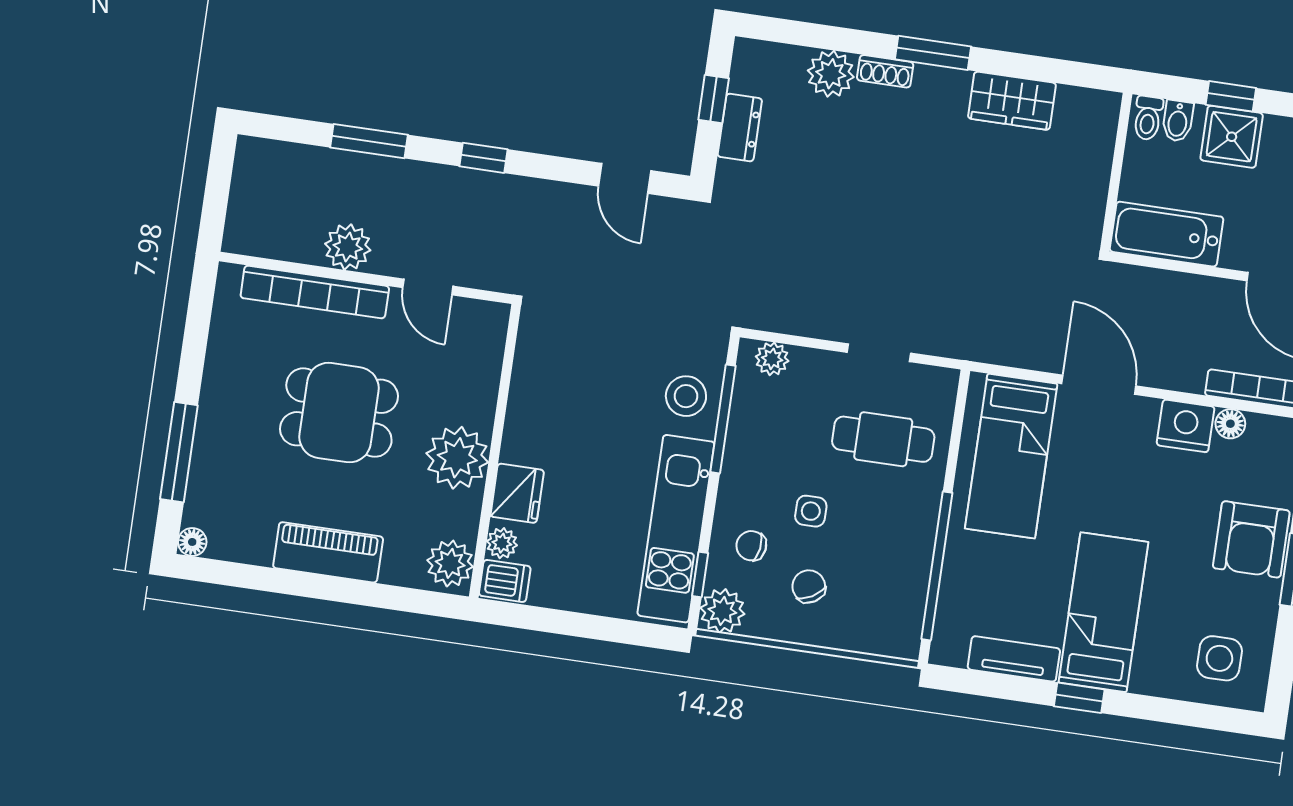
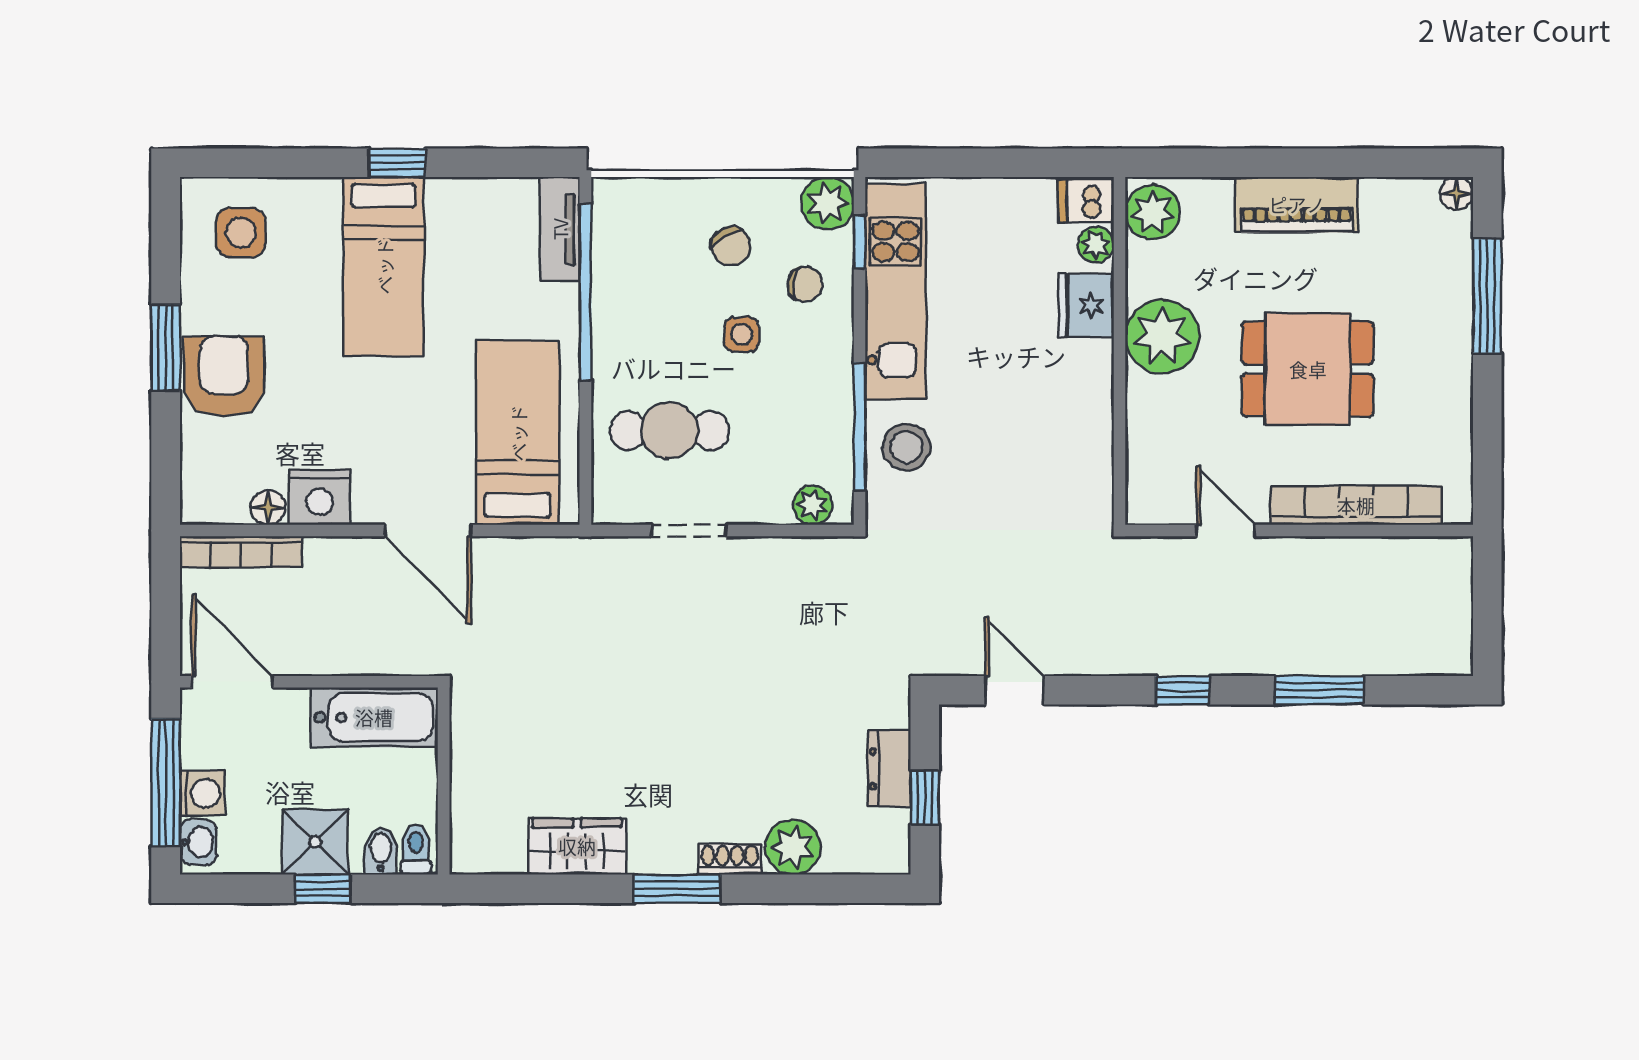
plant: (348, 247) -> (1326, 563), removed
tv unit: (1014, 659) -> (560, 229), moved, turned 90

